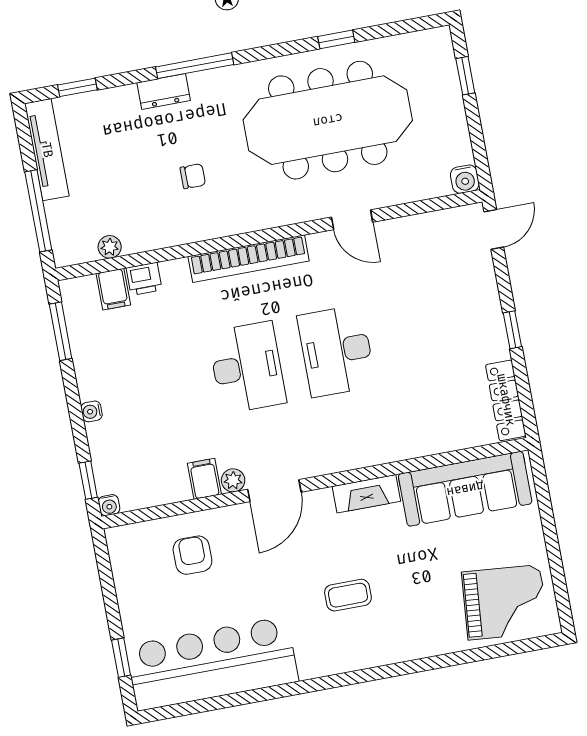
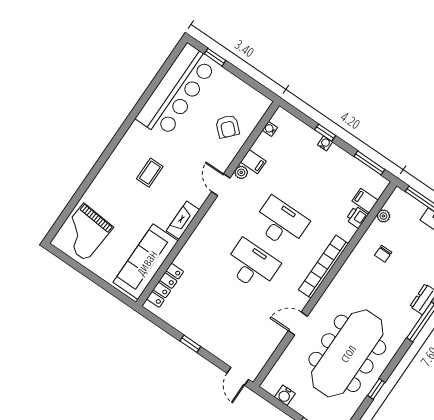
chair: (193, 176) -> (383, 254), moved
water cooler: (465, 179) -> (285, 395), moved, turned -90
desk: (247, 367) -> (281, 223), turned 180
locker: (506, 400) -> (165, 285), moved, turned 90
window: (88, 480) -> (325, 133), moved
door: (274, 491) -> (221, 185), width x0.73
water cooler: (109, 505) -> (270, 129), moved
armchair: (192, 555) -> (228, 126), turned 43

